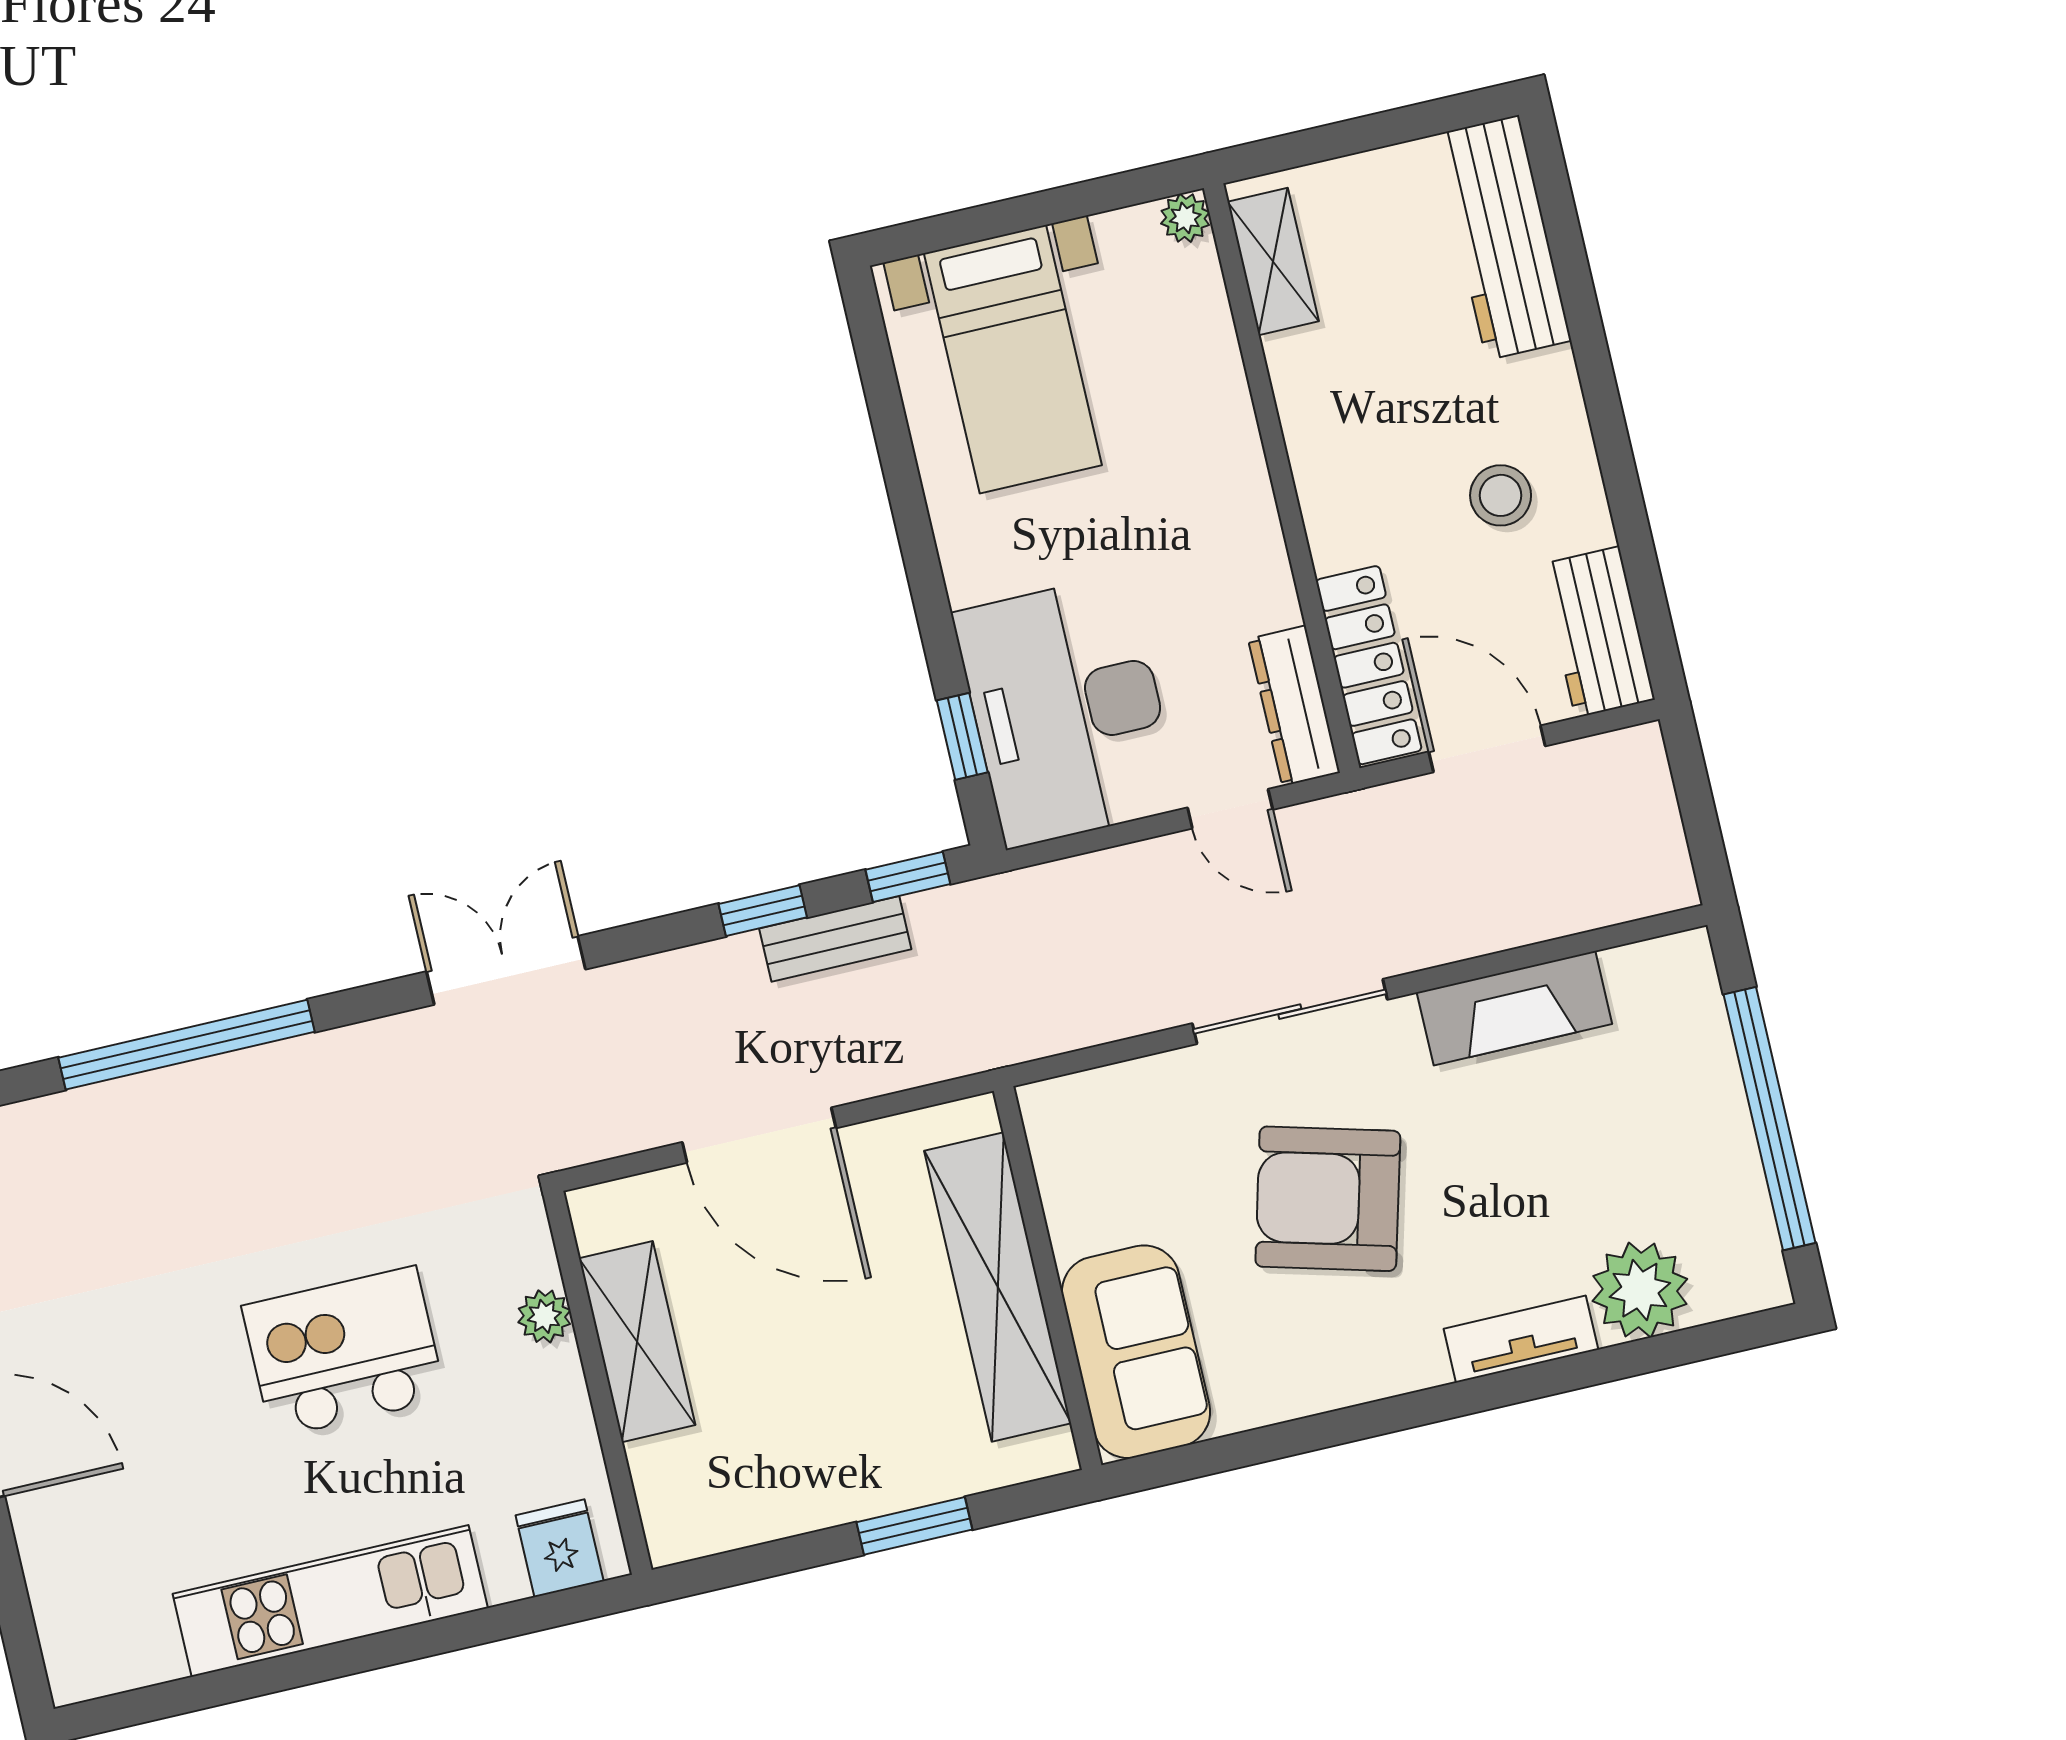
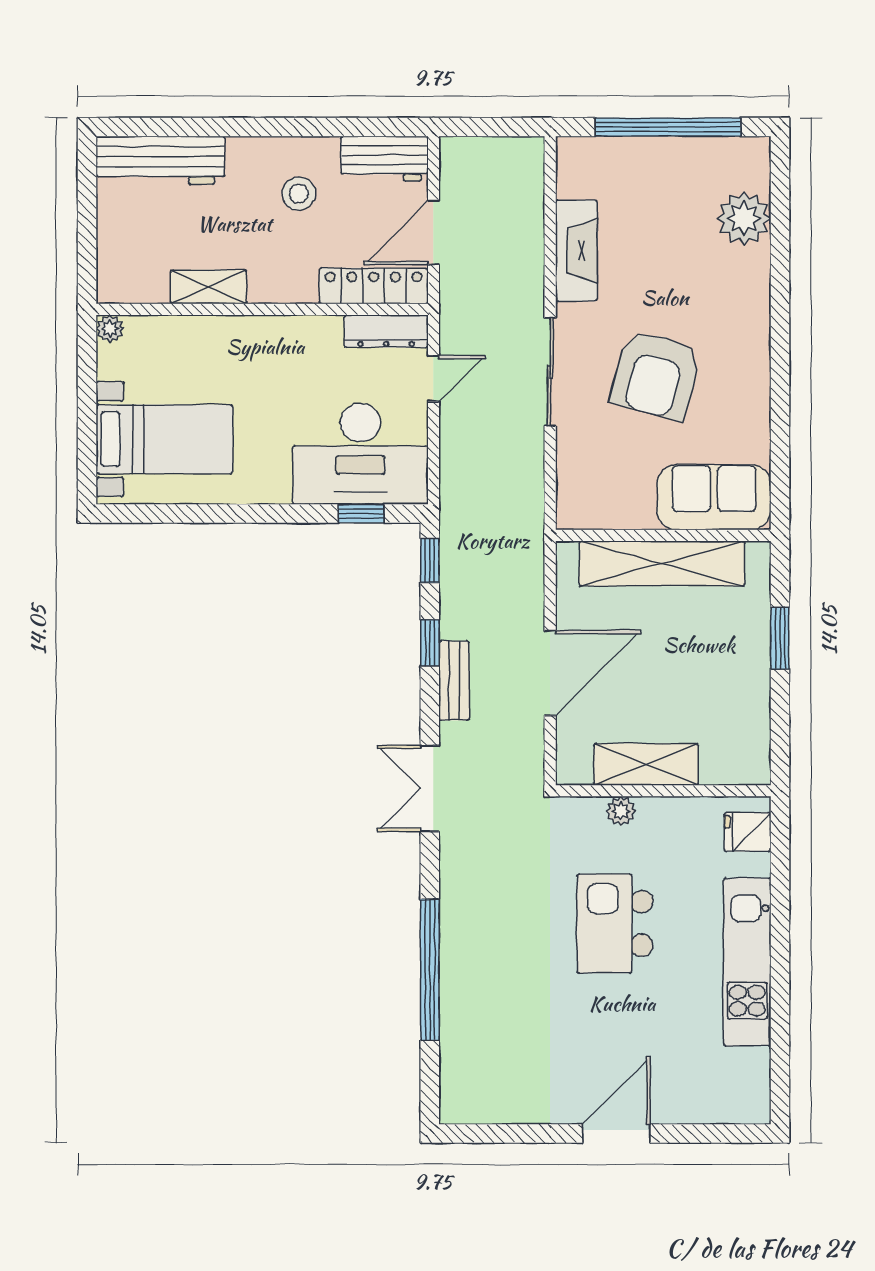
shelving: (1273, 261) -> (209, 287), moved
bench: (835, 939) -> (454, 681), moved
tv unit: (1521, 1339) -> (755, 288), removed

